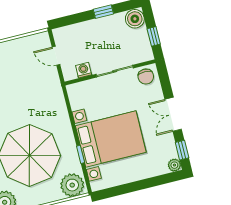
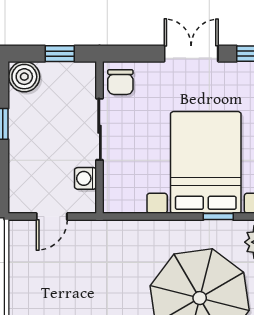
chair: (146, 77) -> (120, 82), turned 90
double door: (173, 114) -> (191, 54), swing flipped

